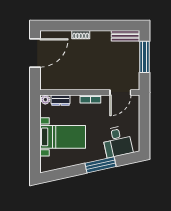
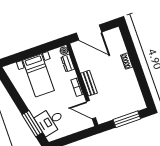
bench: (125, 36) -> (89, 83), moved
door: (35, 53) -> (89, 33), moved
window: (101, 165) -> (32, 124), moved

